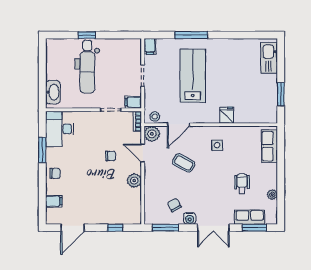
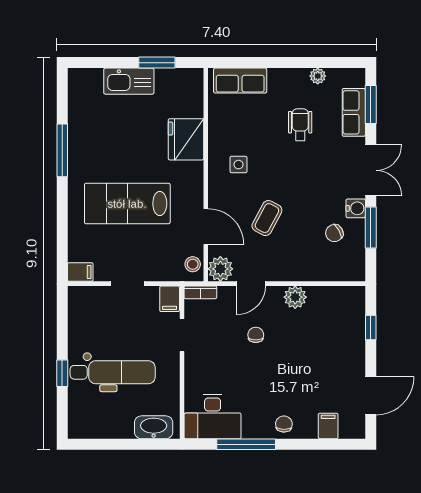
window: (191, 35) -> (62, 150), moved
kitchen sink: (269, 58) -> (129, 81), moved
fridge: (227, 115) -> (186, 139), width x1.88, depth x1.34
window: (42, 150) -> (246, 444), width x1.44
wheelchair: (242, 184) -> (300, 125), turned 90
door: (73, 228) -> (371, 396), hinge flipped
window: (165, 228) -> (371, 227), moved

